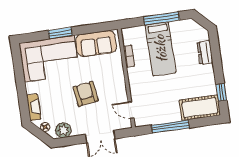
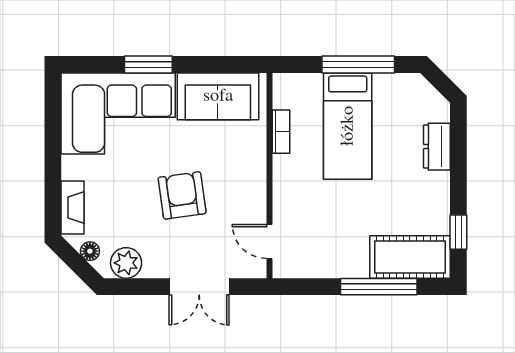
window: (170, 126) -> (379, 287), moved

